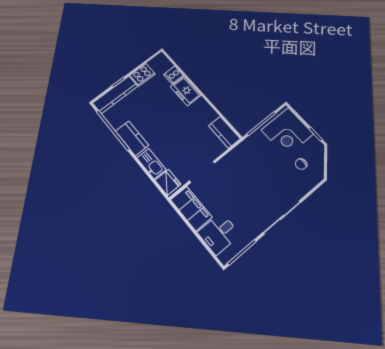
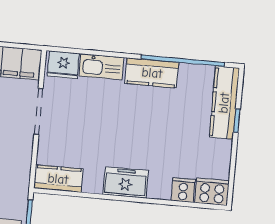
cooker: (142, 75) -> (212, 192), moved, turned 90
freezer: (186, 91) -> (126, 182), moved

